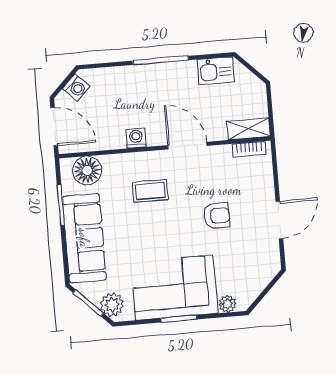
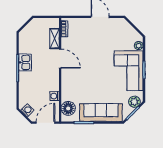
kitchen sink: (216, 71) -> (25, 62), moved
shelving: (248, 129) -> (54, 38), moved
washing machine: (136, 138) -> (54, 96), moved
door: (187, 146) -> (60, 59), swing flipped
coffee table: (150, 191) -> (81, 79), removed
armchair: (217, 216) -> (95, 47), removed

